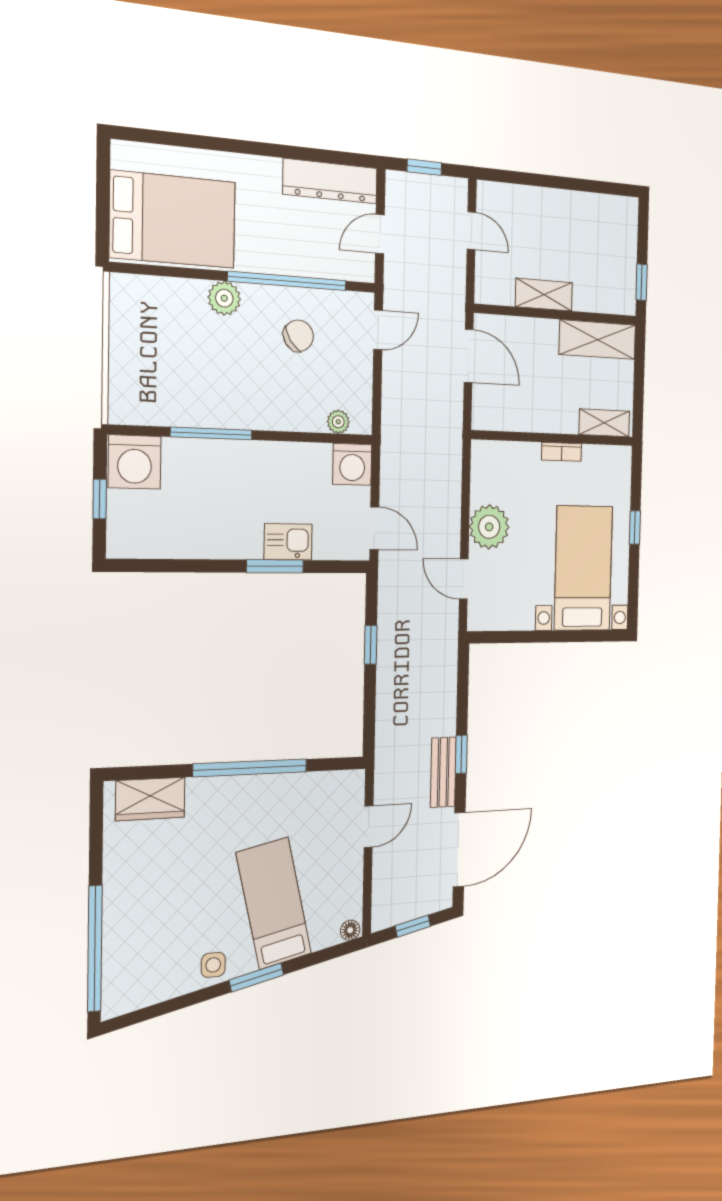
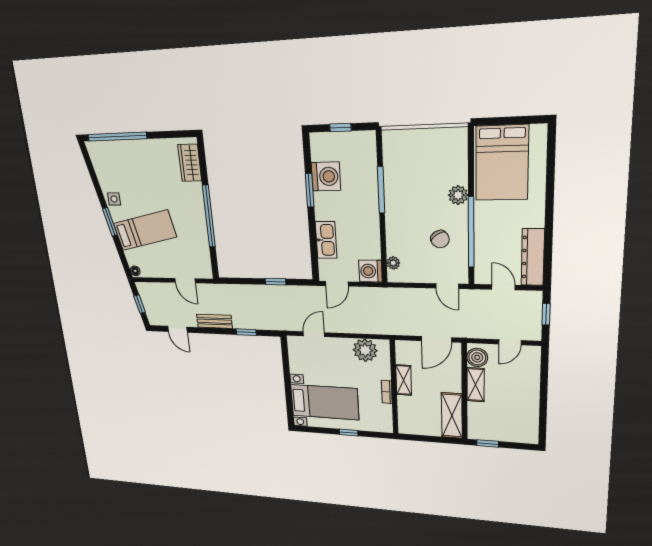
boiler: (498, 288) -> (477, 357), added
shelving: (604, 423) -> (404, 380), moved
washing machine: (135, 462) -> (326, 176), moved, turned 180
plant: (489, 527) -> (365, 350), moved
kitchen sink: (288, 542) -> (326, 240), width x1.38
window: (275, 566) -> (310, 190), moved
window: (461, 754) -> (246, 332), moved
door: (459, 850) -> (177, 329), width x0.53

